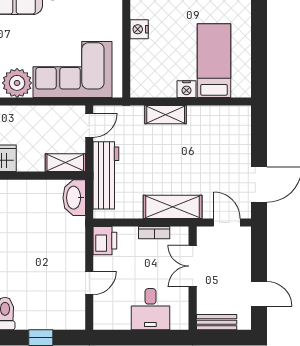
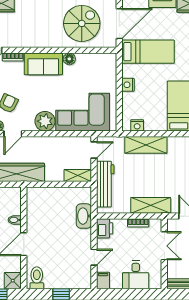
nightstand: (187, 89) -> (137, 125), moved
shelving: (166, 115) -> (146, 145), width x1.50, depth x1.33
washbasin: (74, 198) -> (84, 216), moved
double door: (193, 266) -> (164, 246), swing flipped
filing cabinet: (102, 317) -> (103, 281), added

